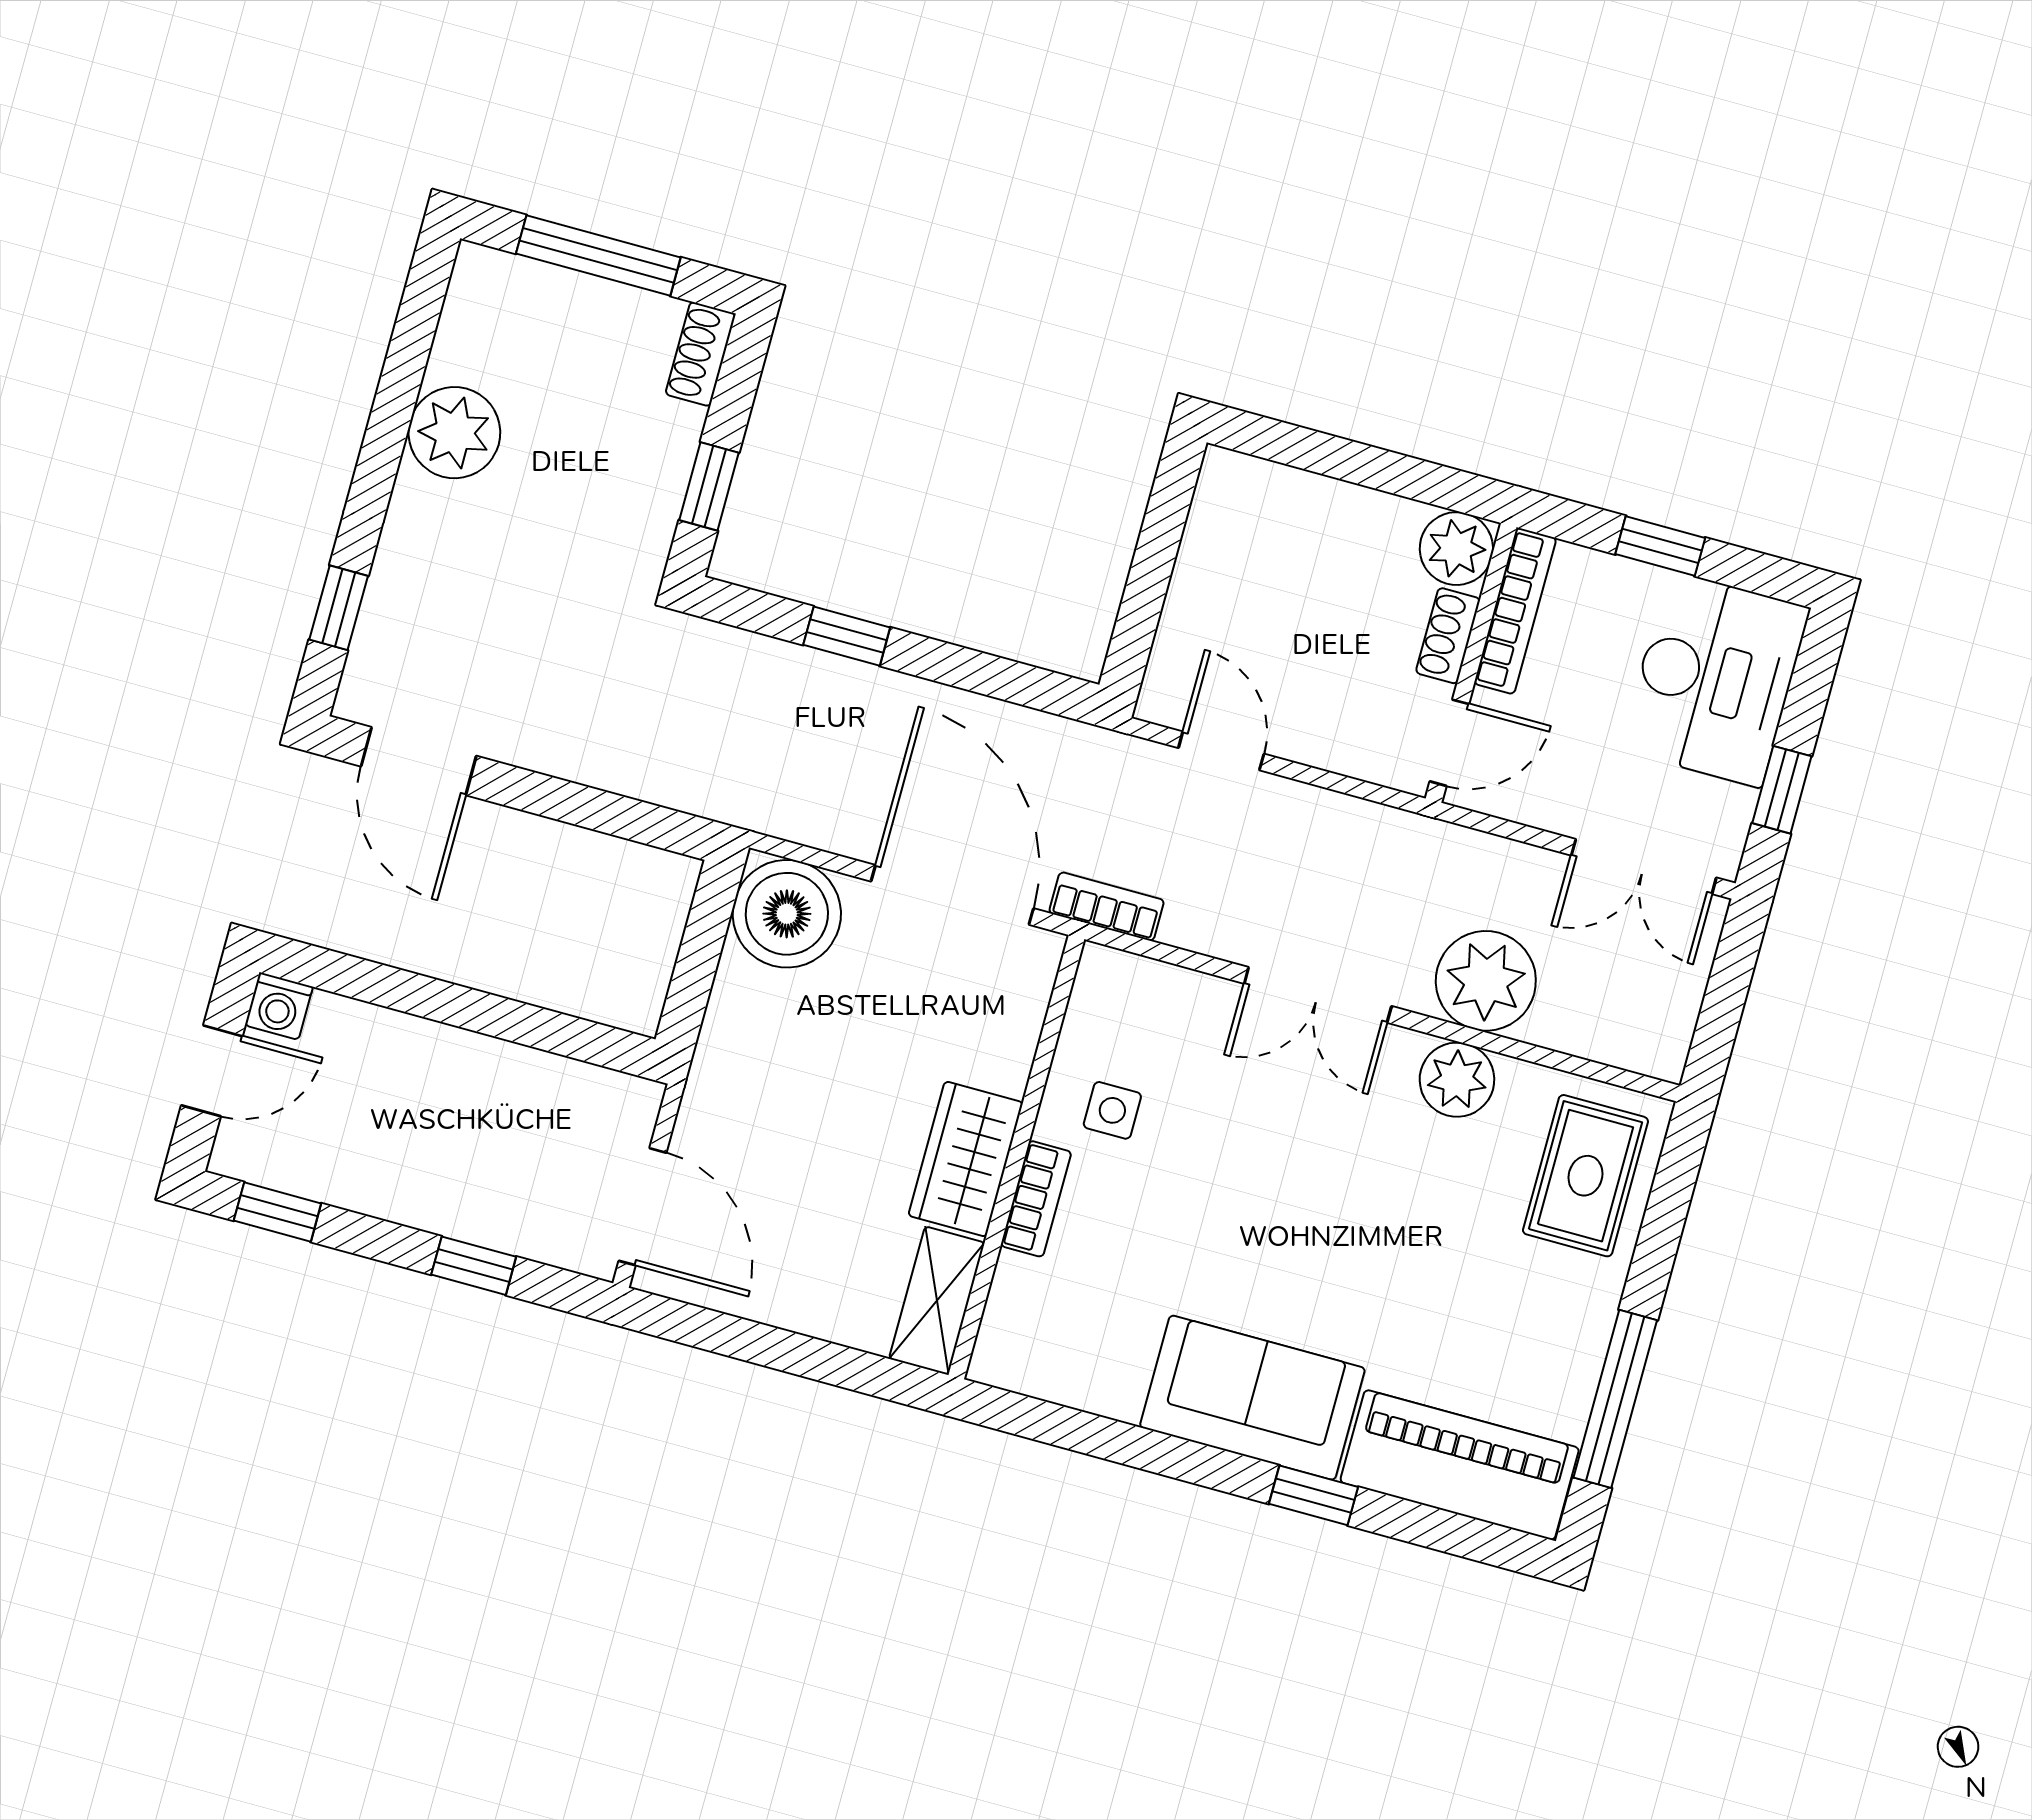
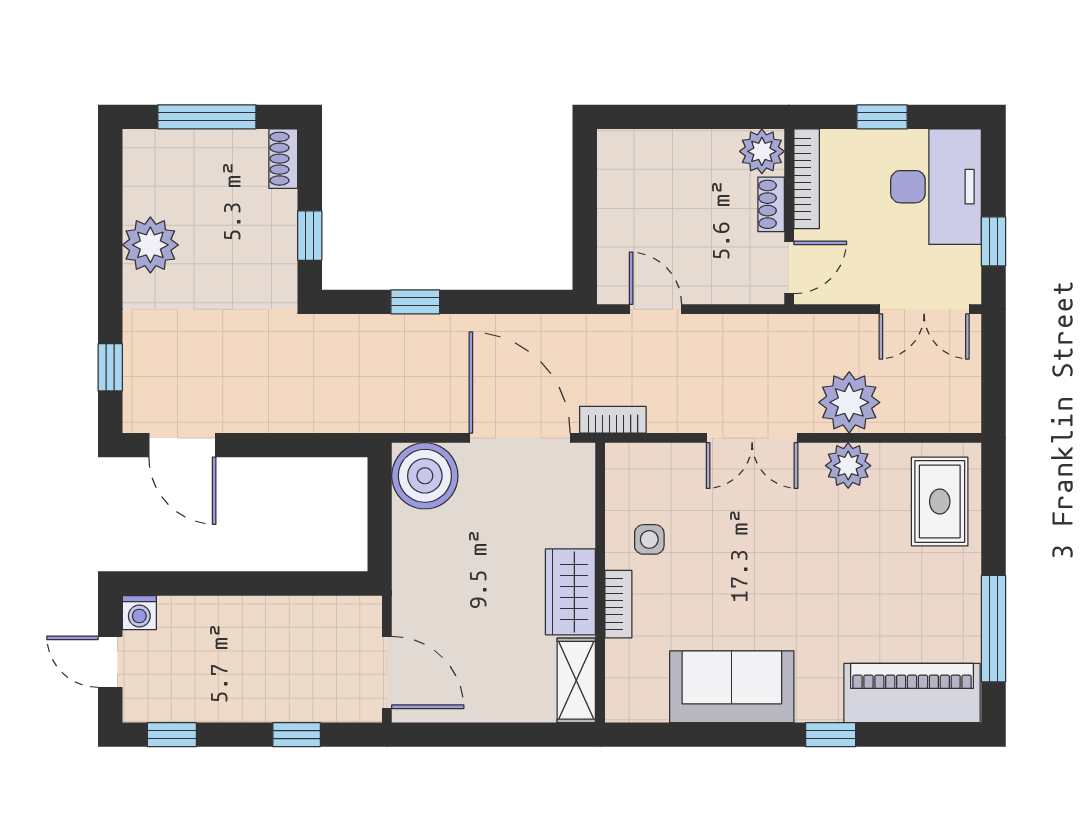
door: (212, 1071) -> (110, 662), swing flipped
sofa: (1252, 1398) -> (732, 687), moved

